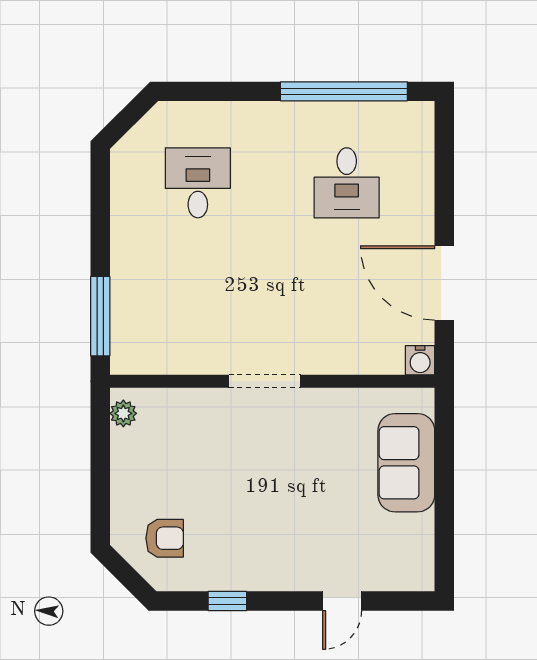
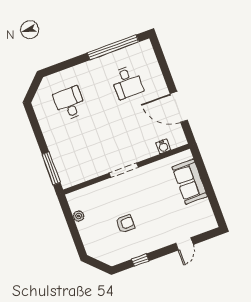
water cooler: (420, 360) -> (163, 146), moved
plant: (123, 413) -> (79, 216), moved
armchair: (165, 538) -> (125, 224), moved

